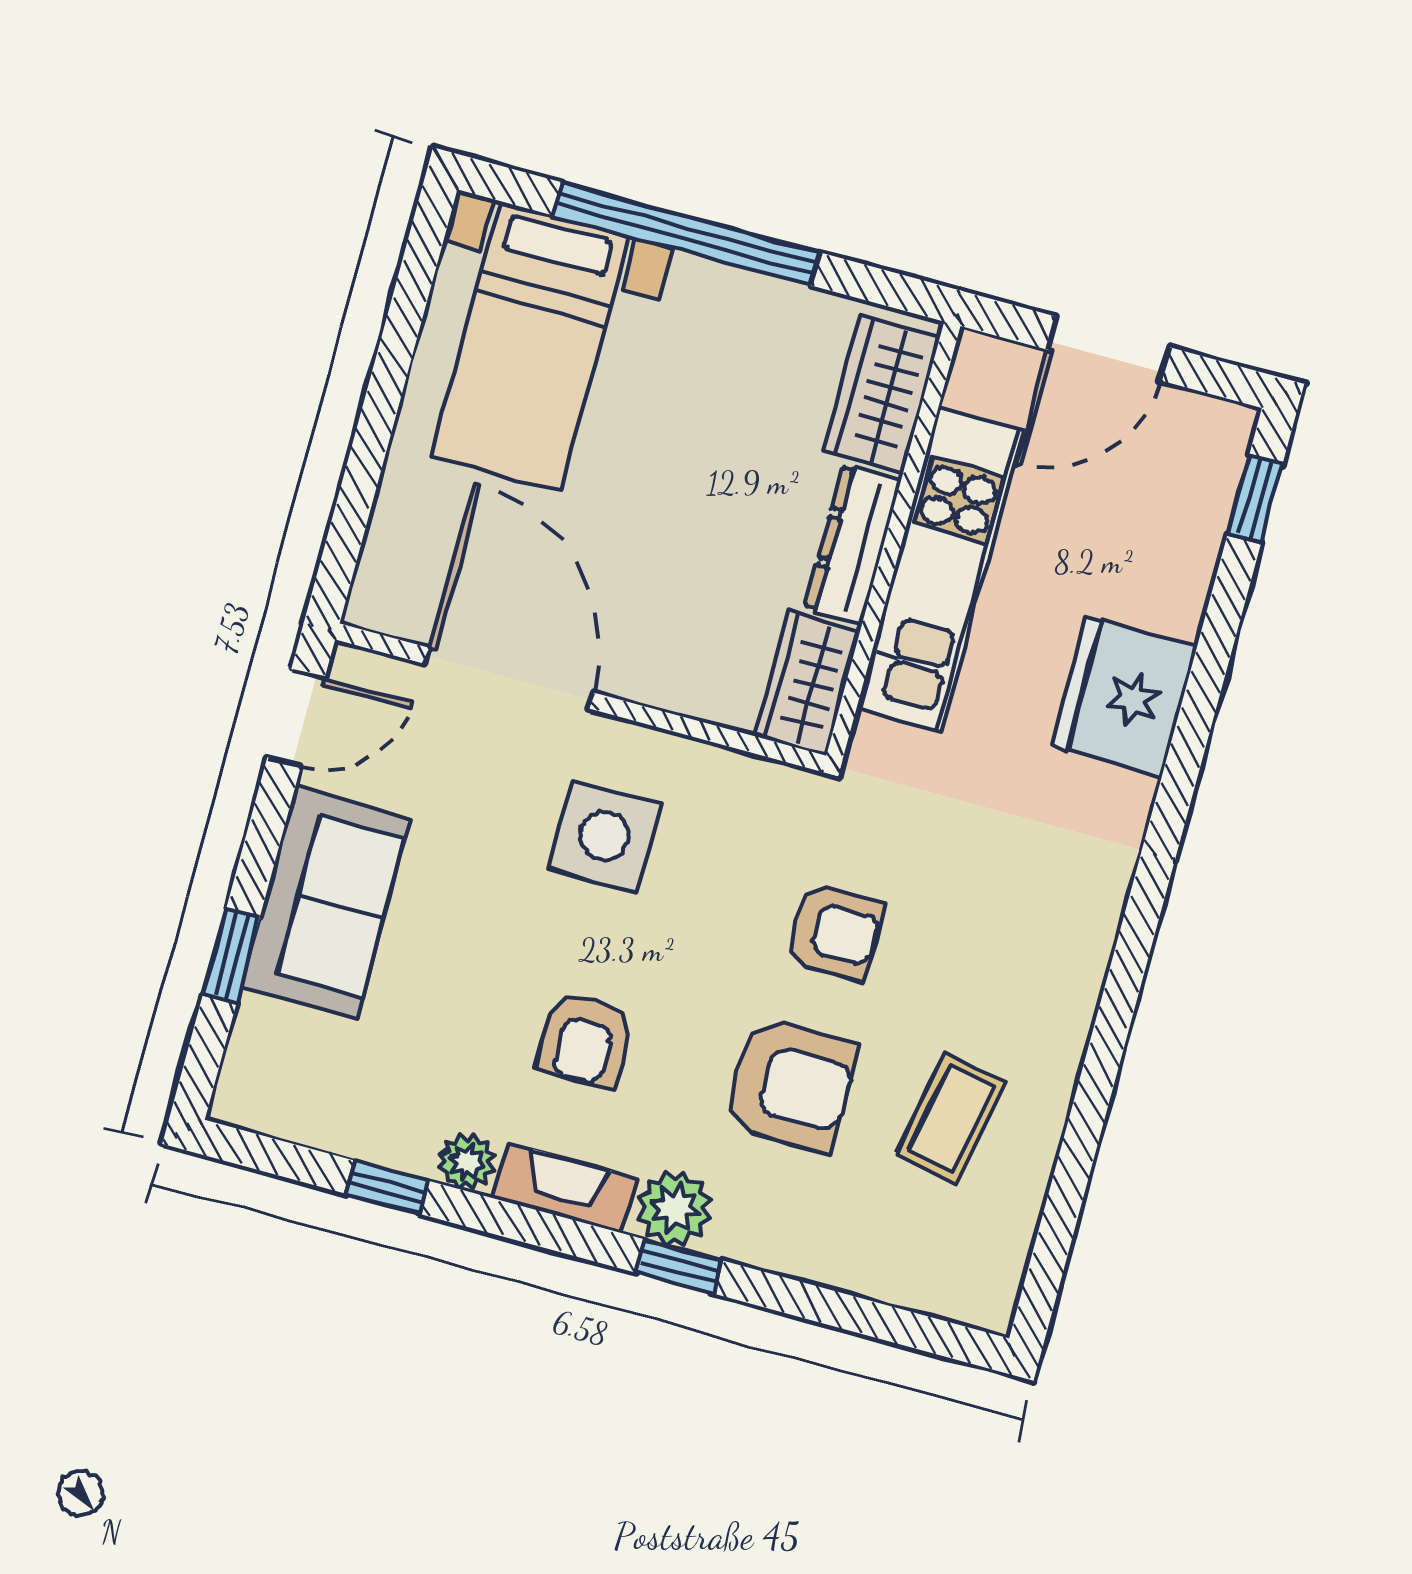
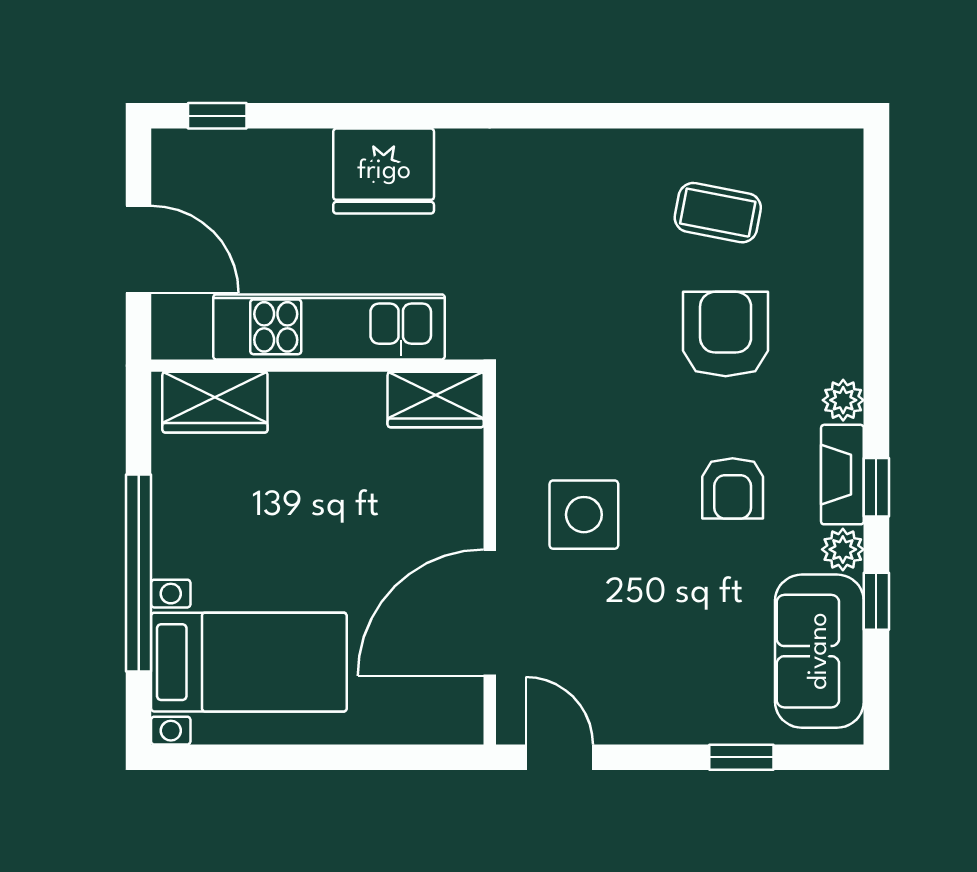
dresser: (853, 544) -> (328, 394), removed
sofa: (326, 902) -> (819, 651), moved, turned -90
armchair: (834, 932) -> (608, 332), removed
armchair: (586, 1040) -> (733, 488), turned 90
plant: (675, 1208) -> (843, 400), width x0.73, depth x0.73
window: (679, 1267) -> (876, 487), moved

